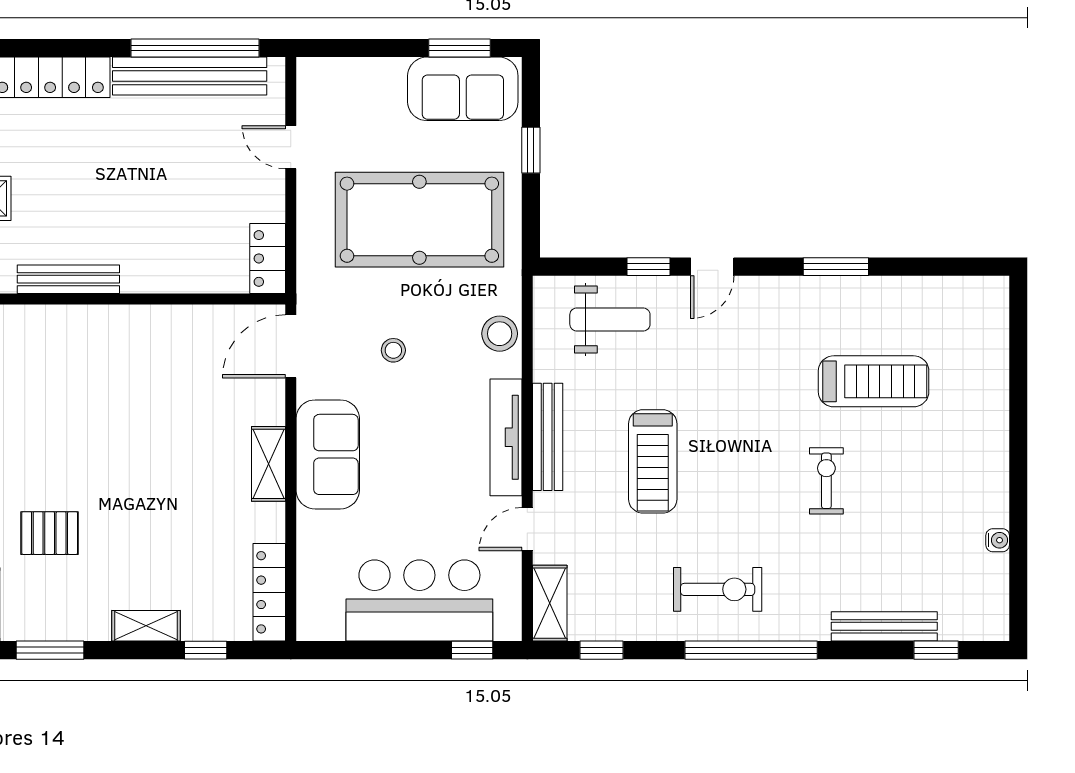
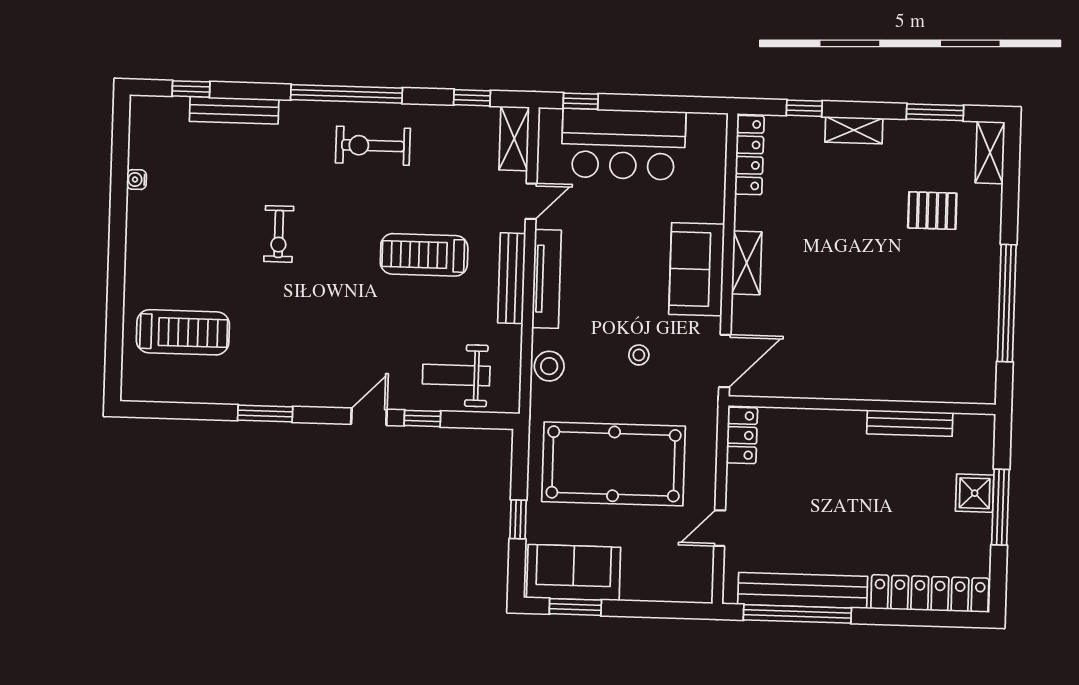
door: (291, 147) -> (720, 528), swing flipped
treadmill: (874, 381) -> (183, 332), moved, turned 180
treadmill: (653, 461) -> (424, 255), turned -90

